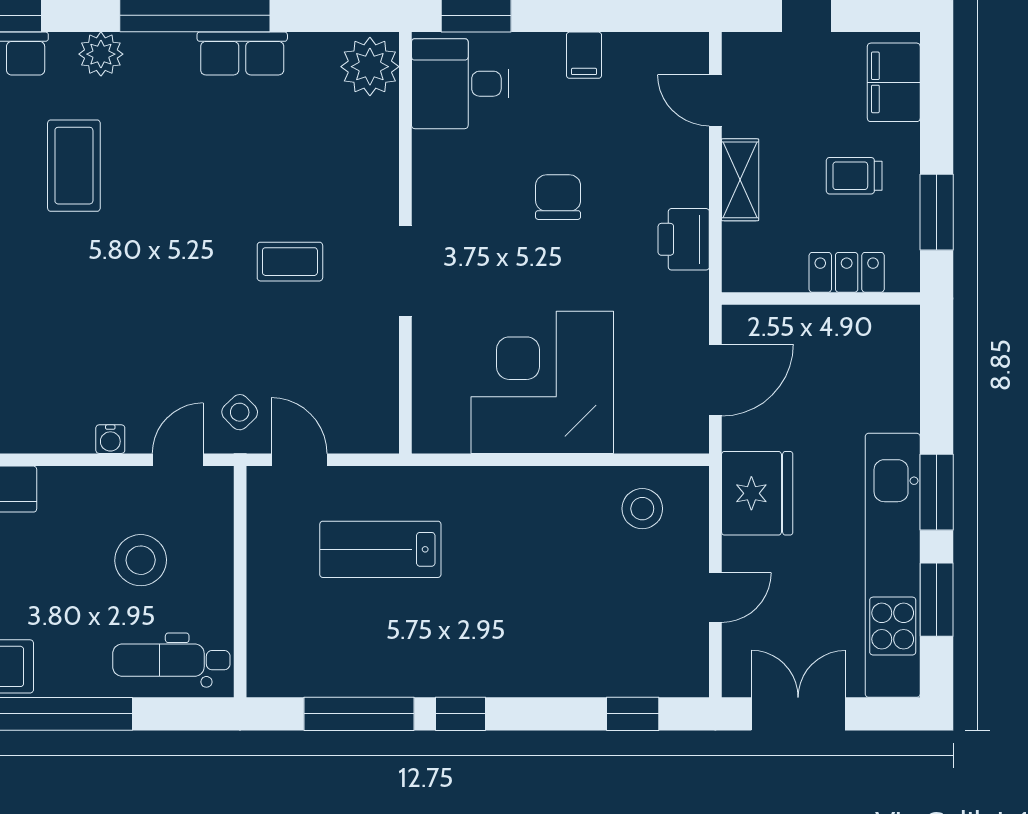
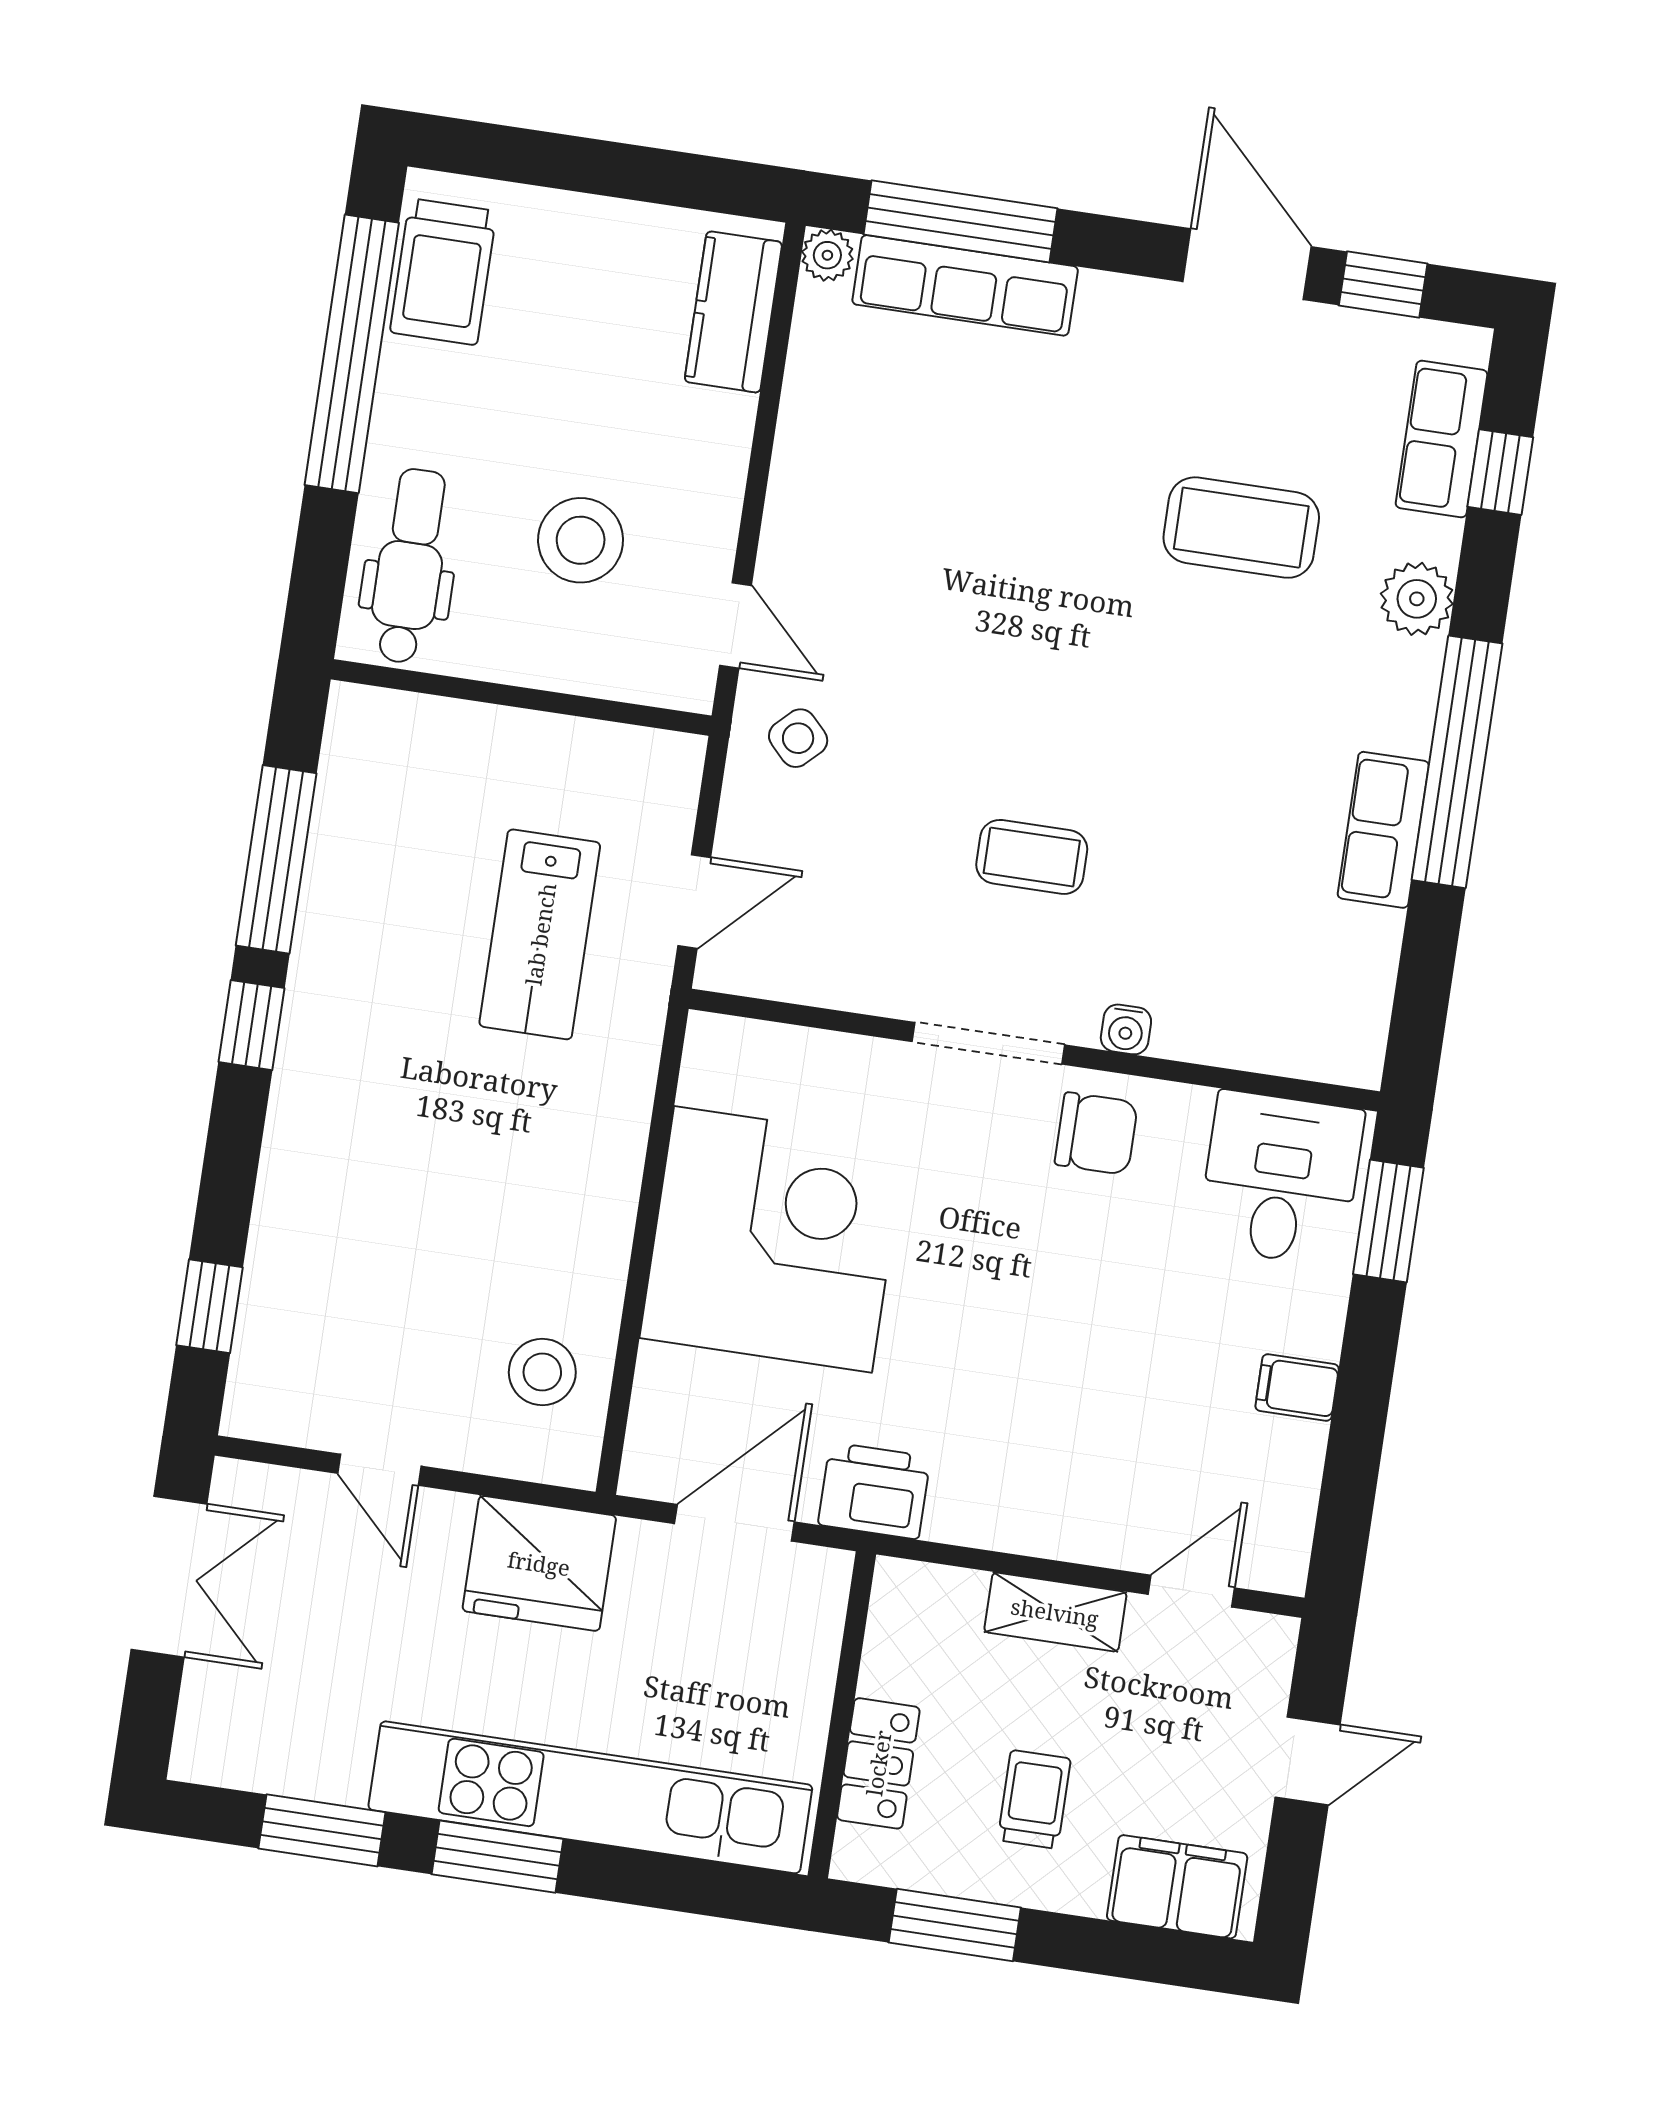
plant: (370, 67) -> (1331, 1035), removed
chair: (558, 197) -> (1096, 1133), moved
printer: (684, 239) -> (874, 1491), moved
coffee table: (290, 262) -> (1032, 857), turned 90
door: (715, 380) -> (734, 1523), swing flipped
water cooler: (110, 439) -> (1126, 1029), moved, turned -90
door: (299, 460) -> (694, 901), moved
lab bench: (380, 549) -> (540, 934), turned 180
kitchen unit: (893, 565) -> (590, 1797), moved

